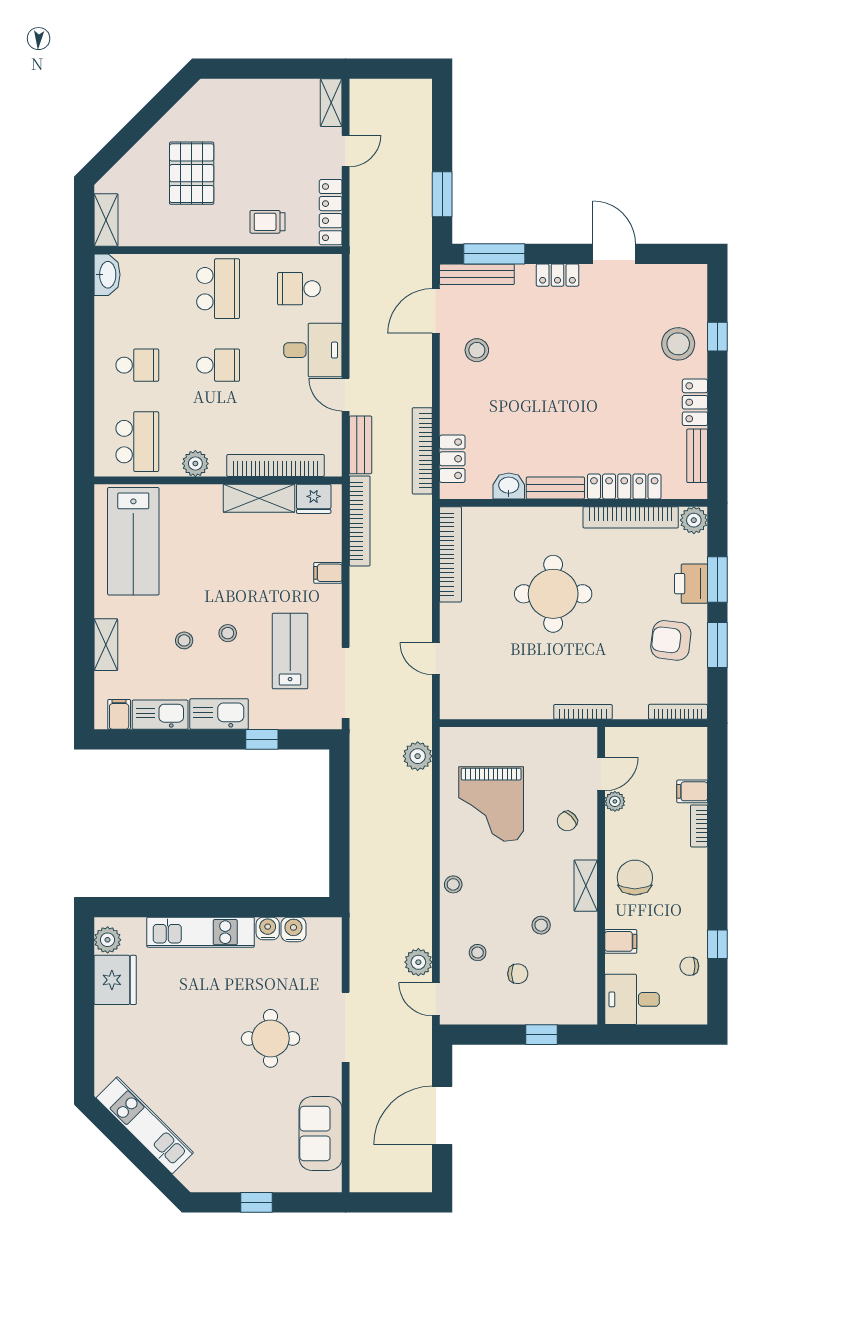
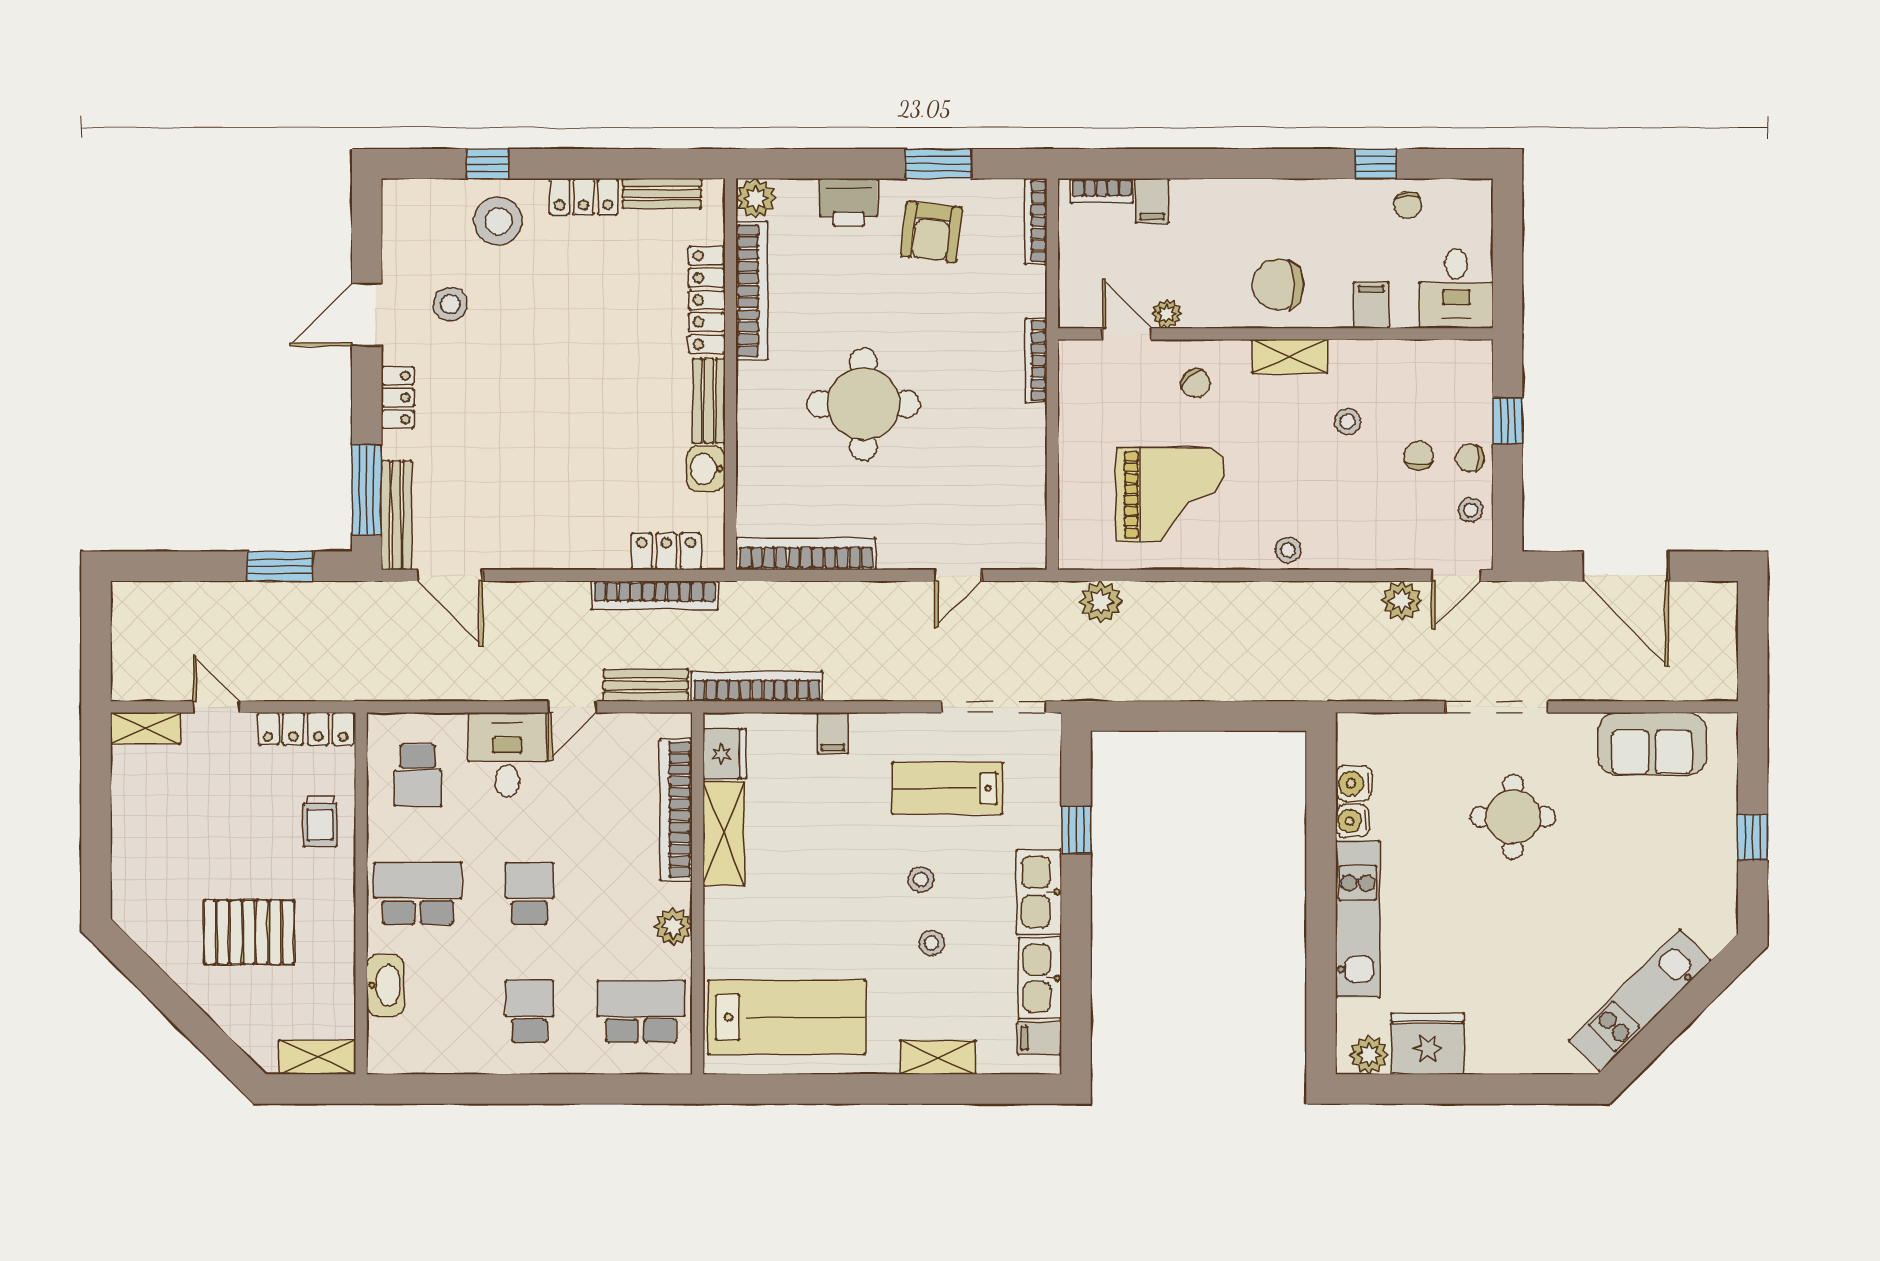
washbasin: (107, 275) -> (385, 985), moved, turned 90
stool: (477, 350) -> (450, 304), moved
window: (717, 579) -> (843, 164), removed
bookcase: (699, 826) -> (1102, 191), moved
stool: (478, 953) -> (1471, 510), moved
chair: (516, 1009) -> (1470, 458), added

